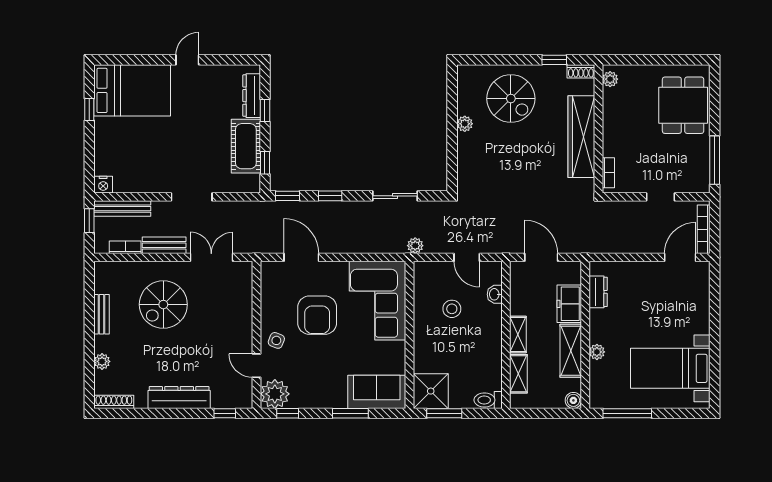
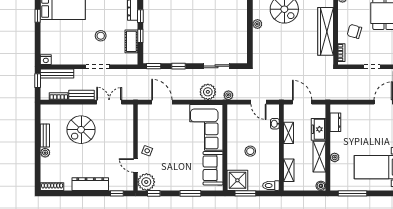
chair: (631, 137) -> (354, 31), added
stool: (197, 144) -> (101, 36), added
cot: (246, 146) -> (131, 41), width x0.73, depth x0.75
window: (265, 163) -> (140, 36), moved
plant: (380, 240) -> (208, 92), added
stool: (452, 309) -> (250, 151), moved
armchair: (317, 315) -> (171, 136), removed
shelving: (518, 335) -> (288, 133), moved
plant: (102, 361) -> (45, 153), moved
sofa: (377, 392) -> (213, 168), moved, turned -90

